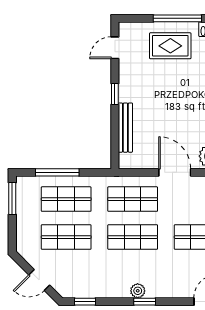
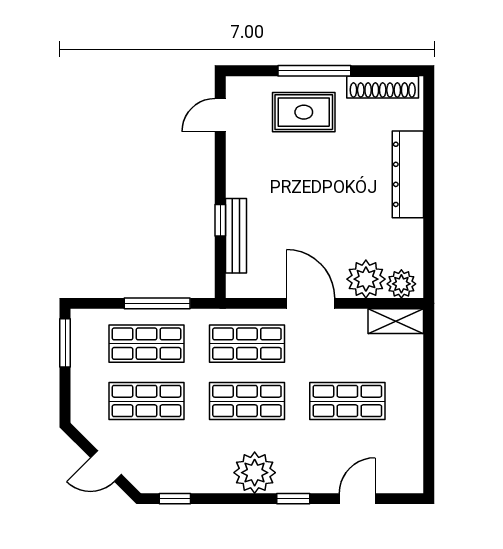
window: (115, 94) -> (220, 220), moved
window: (57, 172) -> (157, 303), moved
plant: (138, 291) -> (255, 473), width x1.87, depth x1.87
window: (145, 302) -> (293, 499), moved

